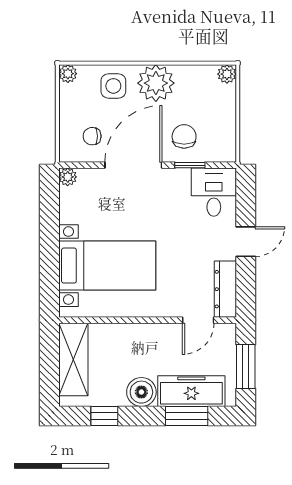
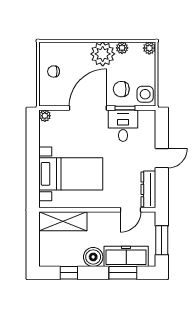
plant: (68, 74) -> (122, 48), moved
side table: (113, 86) -> (145, 94), moved
chair: (92, 136) -> (54, 71), moved
chair: (184, 136) -> (121, 89), turned -90
desk: (214, 192) -> (123, 126), moved
shelving: (73, 359) -> (63, 221), moved, turned 90

